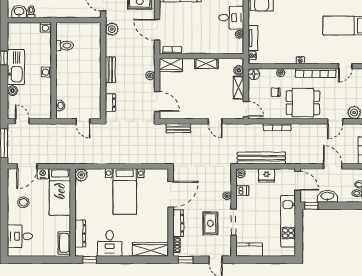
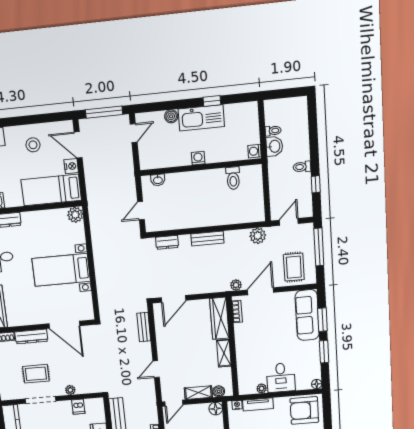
washbasin: (19, 12) -> (274, 146), moved
wardrobe: (171, 65) -> (219, 318), width x1.50
plant: (150, 76) -> (236, 285), moved
plant: (241, 173) -> (98, 403), removed

